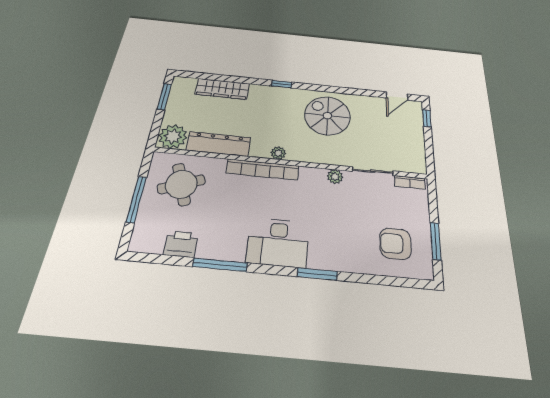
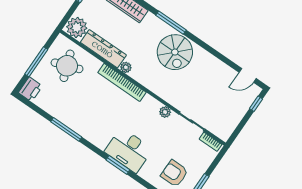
window: (282, 84) -> (171, 23), width x2.17
spiral stairs: (327, 116) -> (175, 52), moved, turned 180
plant: (278, 153) -> (126, 67), moved
desk: (278, 242) -> (129, 150), moved
printer: (181, 244) -> (30, 89), moved, turned 90

